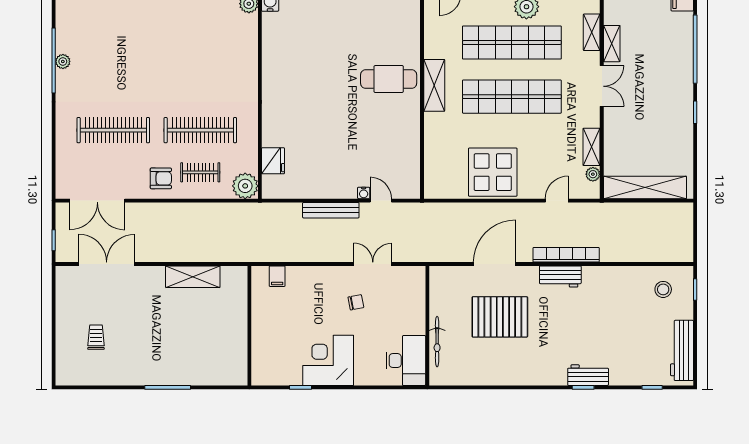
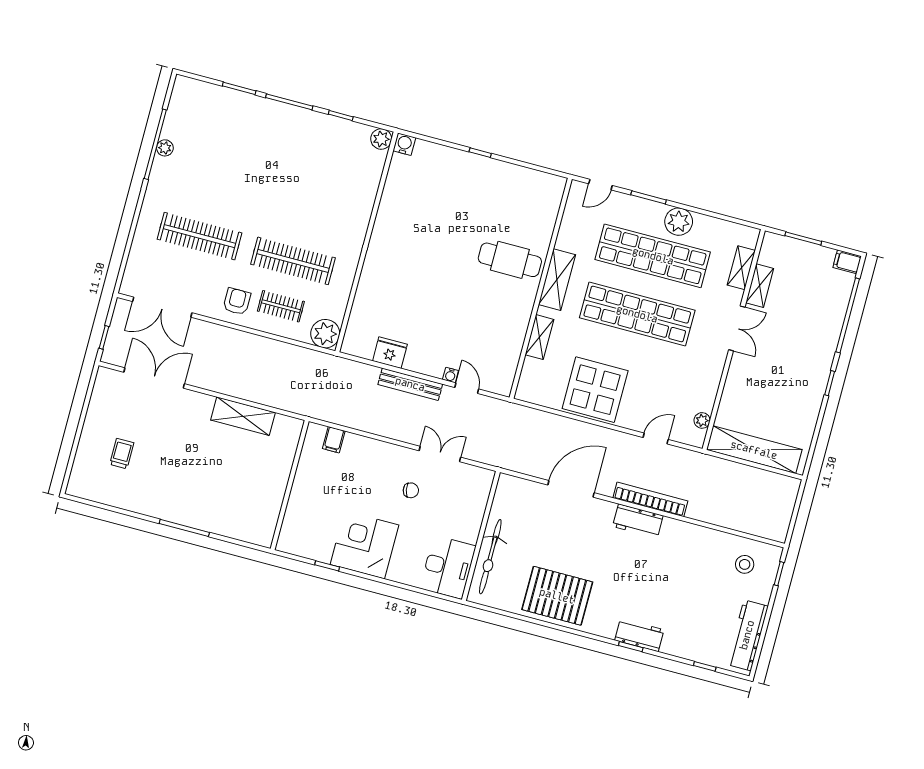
shelving: (592, 147) -> (539, 337), moved
fridge: (273, 161) -> (390, 353), moved, turned -90
armchair: (161, 178) -> (237, 301), turned -90
pallet: (500, 317) -> (557, 596), moved
bicycle: (437, 342) -> (490, 557), width x1.37, depth x1.40

